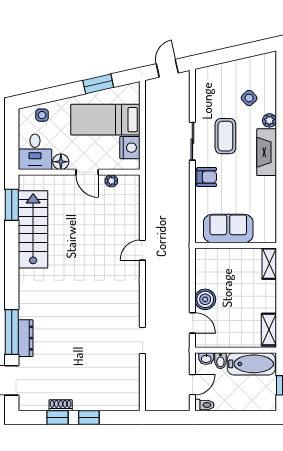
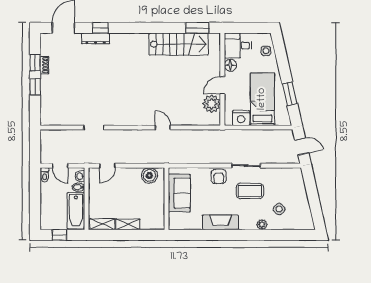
fireplace: (267, 152) -> (221, 222), moved
plant: (111, 181) -> (212, 104), width x1.88, depth x1.88
shelving: (269, 264) -> (128, 224), moved
boiler: (205, 299) -> (149, 175), moved
window: (12, 332) -> (100, 28), width x0.46

